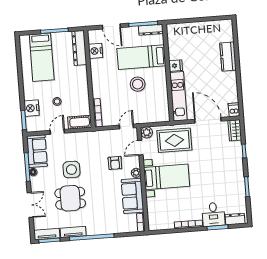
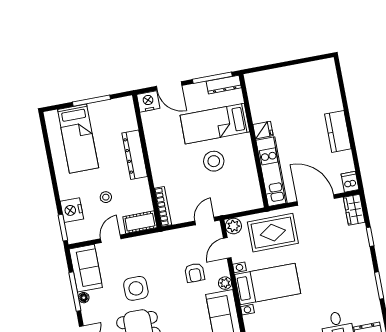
dresser: (79, 48) -> (135, 155), moved
nightstand: (96, 51) -> (148, 101), moved, turned 90
kitchen counter: (228, 57) -> (338, 131), moved

